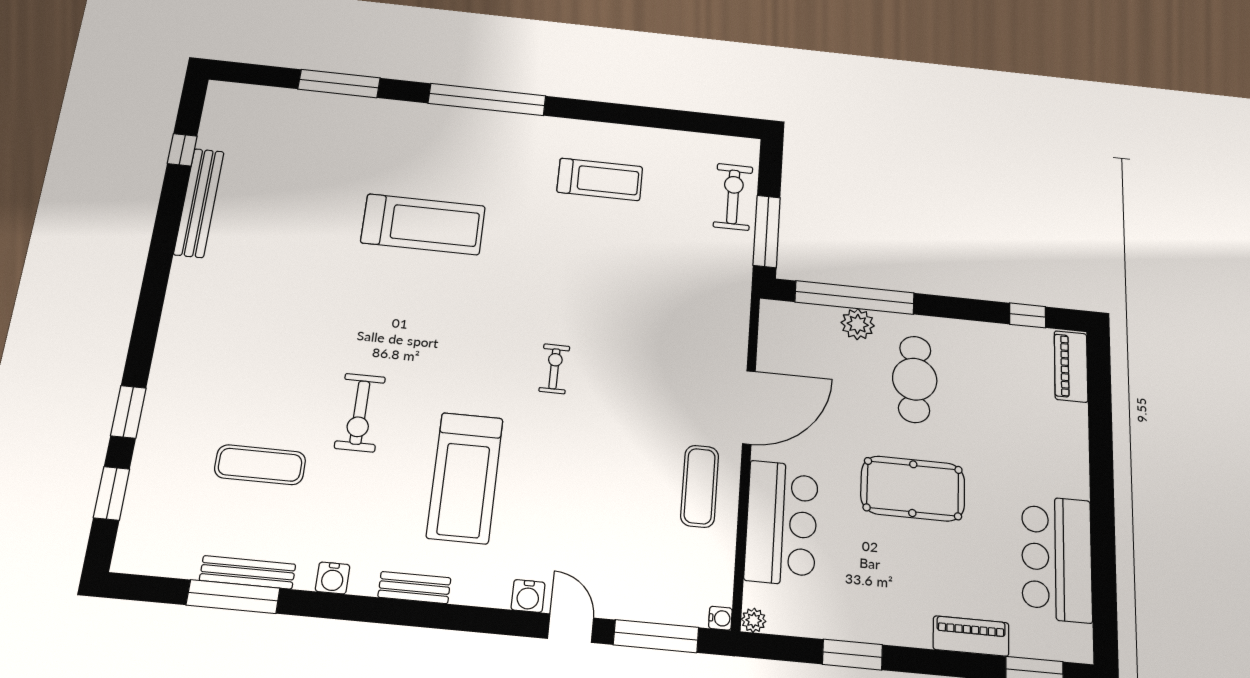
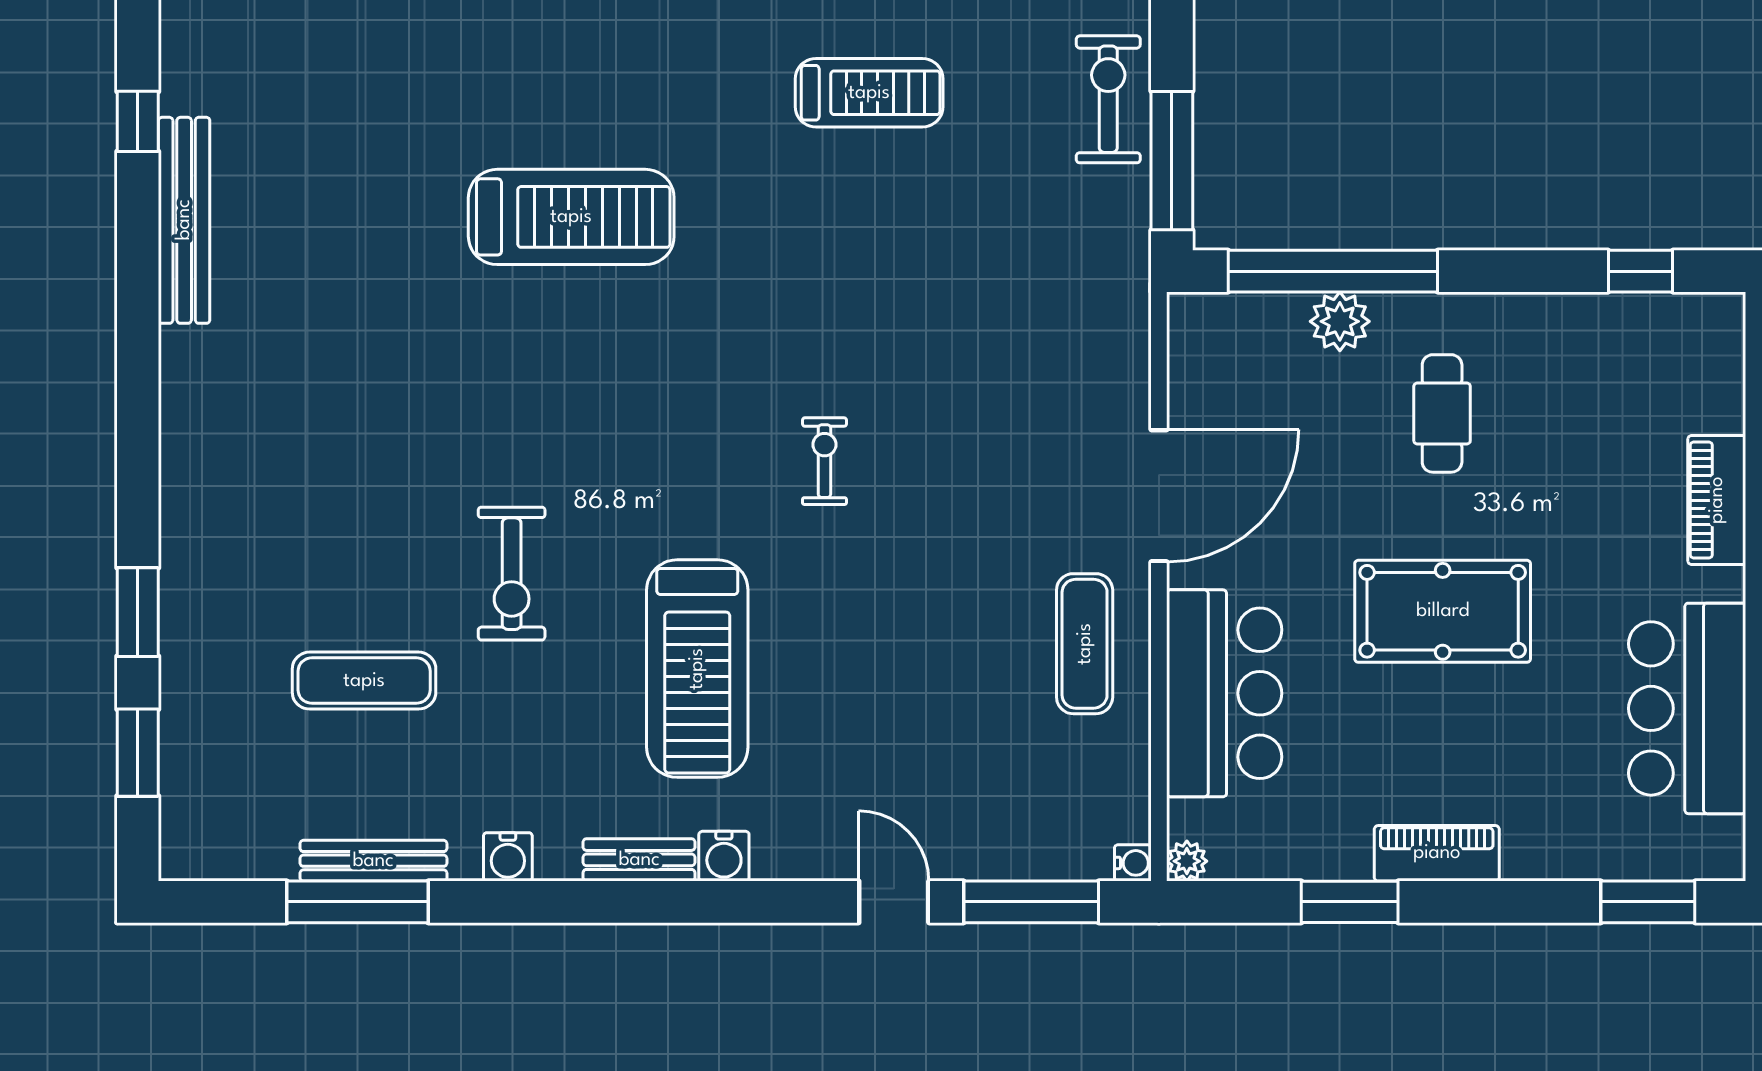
piano: (1071, 366) -> (1717, 500), moved
cafe table: (915, 379) -> (1442, 413), width x0.73, depth x0.74
water cooler: (528, 596) -> (724, 856), moved
piano: (971, 636) -> (1437, 853), moved

